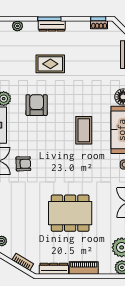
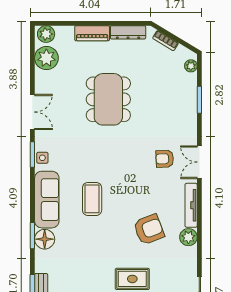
armchair: (37, 105) -> (149, 229), turned -111
dining table: (70, 213) -> (108, 99), turned 90

